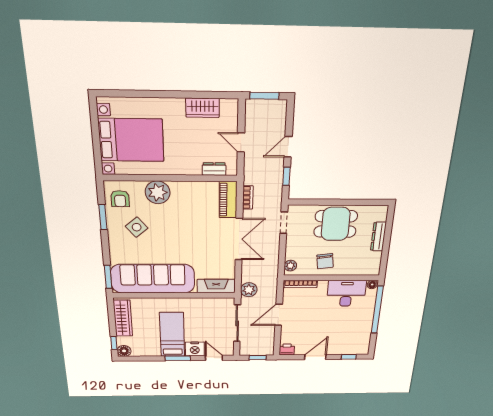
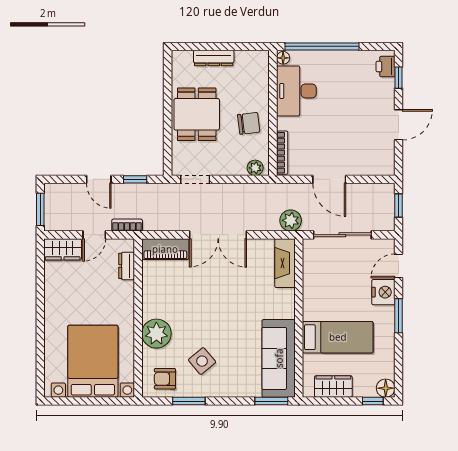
wardrobe: (202, 108) -> (63, 249), moved, turned 90
bookcase: (248, 197) -> (127, 225), moved
armchair: (120, 199) -> (165, 379), turned 180
double door: (239, 239) -> (218, 235), swing flipped
sofa: (153, 279) -> (279, 358), width x0.74, depth x0.79
wardrobe: (123, 318) -> (333, 386), width x0.67
bed: (172, 335) -> (338, 337), moved, turned 180
printer: (287, 350) -> (385, 67), moved
door: (315, 357) -> (398, 125), swing flipped

